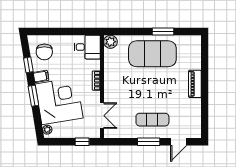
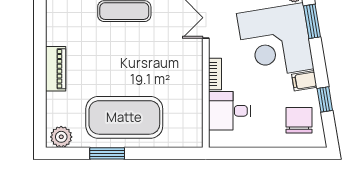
plant: (110, 42) -> (61, 137), moved
desk: (87, 47) -> (230, 111), moved
window: (33, 96) -> (312, 21), moved

